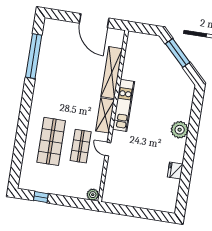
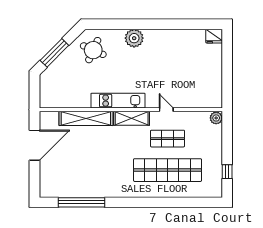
round table: (174, 90) -> (93, 50), added
shop shelf: (51, 141) -> (168, 170), width x1.40
door: (108, 149) -> (166, 110), swing flipped
fridge: (175, 170) -> (214, 36), moved

